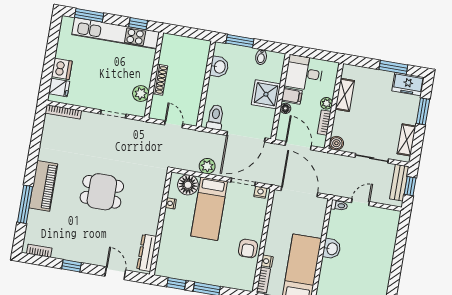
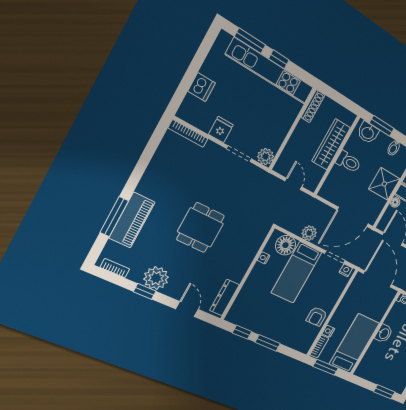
window: (138, 24) -> (279, 59), moved
washbasin: (219, 67) -> (368, 133), moved, turned 90
wardrobe: (196, 76) -> (331, 144), added
shoe rack: (160, 80) -> (313, 106), moved
fridge: (59, 87) -> (221, 130), moved, turned -90
plant: (141, 94) -> (266, 157), moved
toilet: (215, 117) -> (348, 162), moved, turned 90
piano: (43, 186) -> (132, 220), moved
dining table: (102, 192) -> (201, 228), turned 90
plant: (78, 250) -> (156, 278), added

